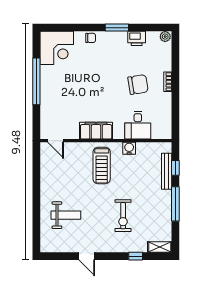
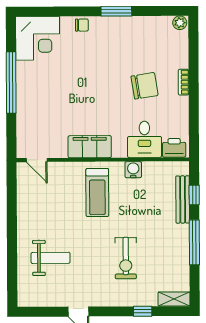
printer: (137, 38) -> (174, 148), moved, turned 180

